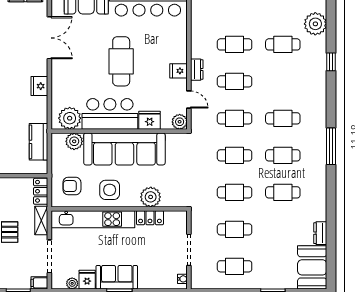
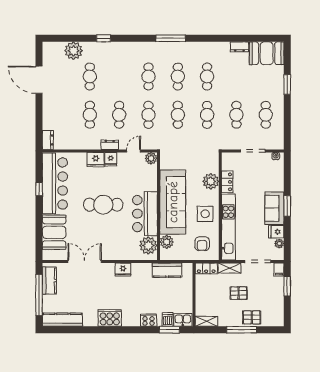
fridge: (150, 120) -> (96, 160), moved, turned -90

